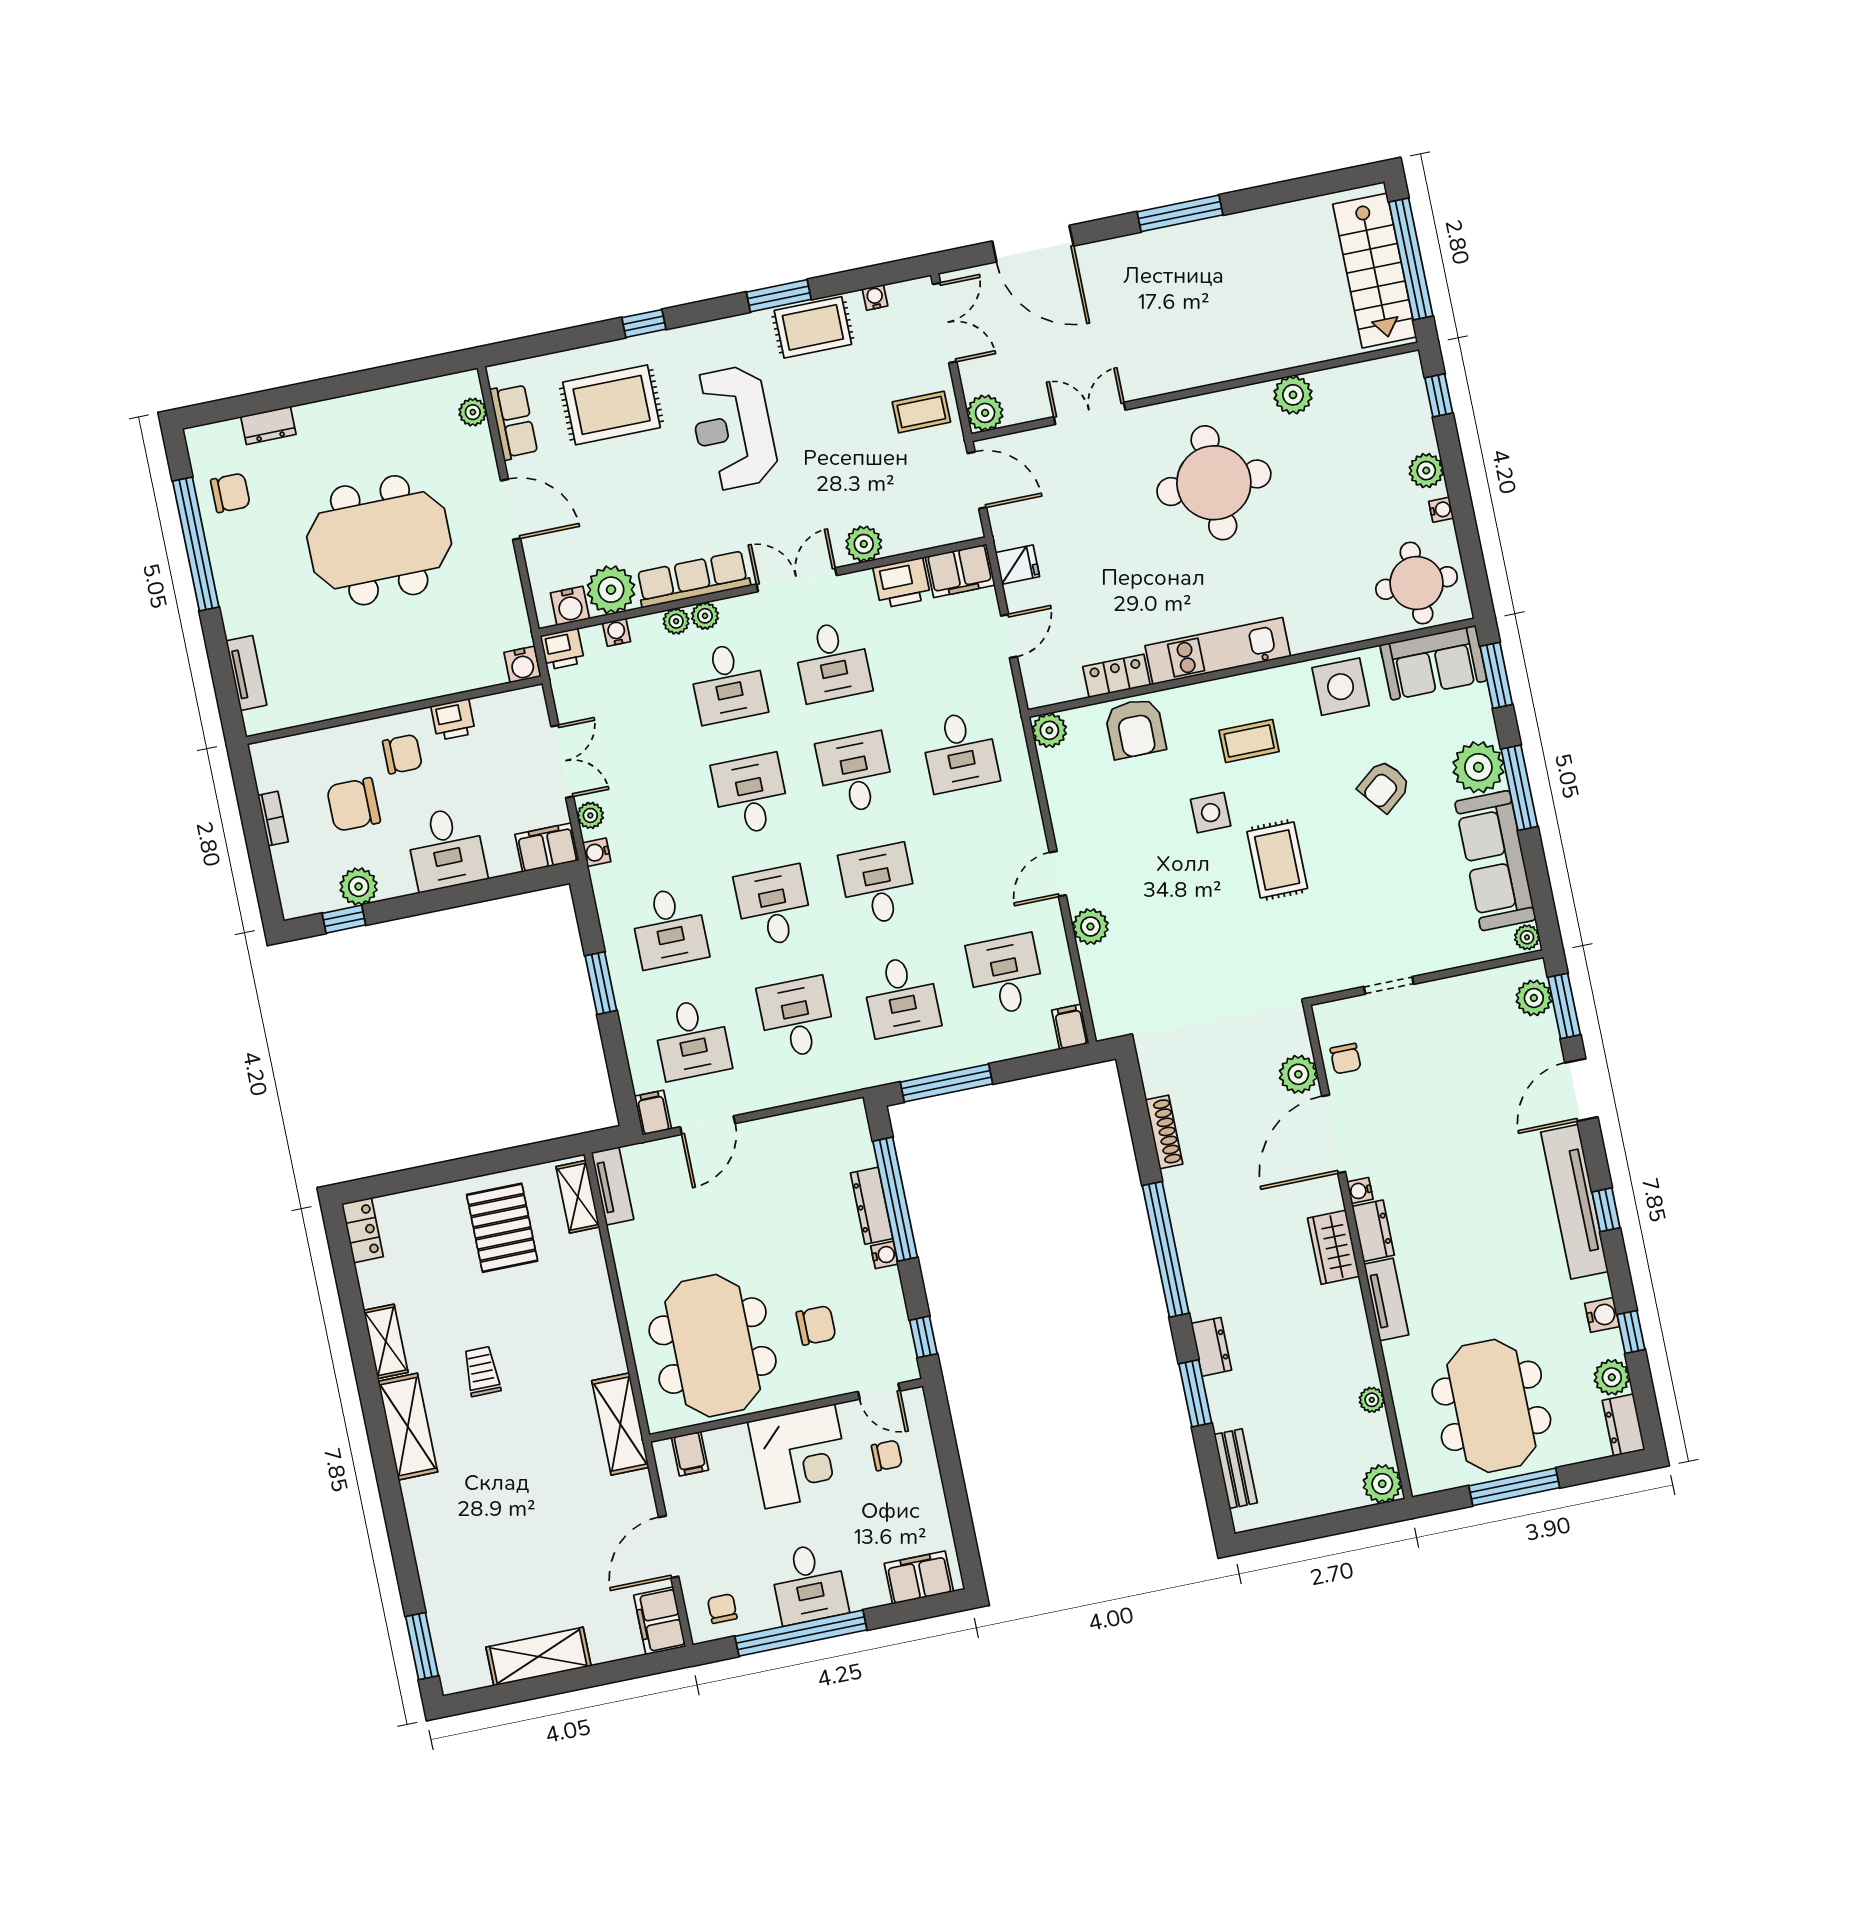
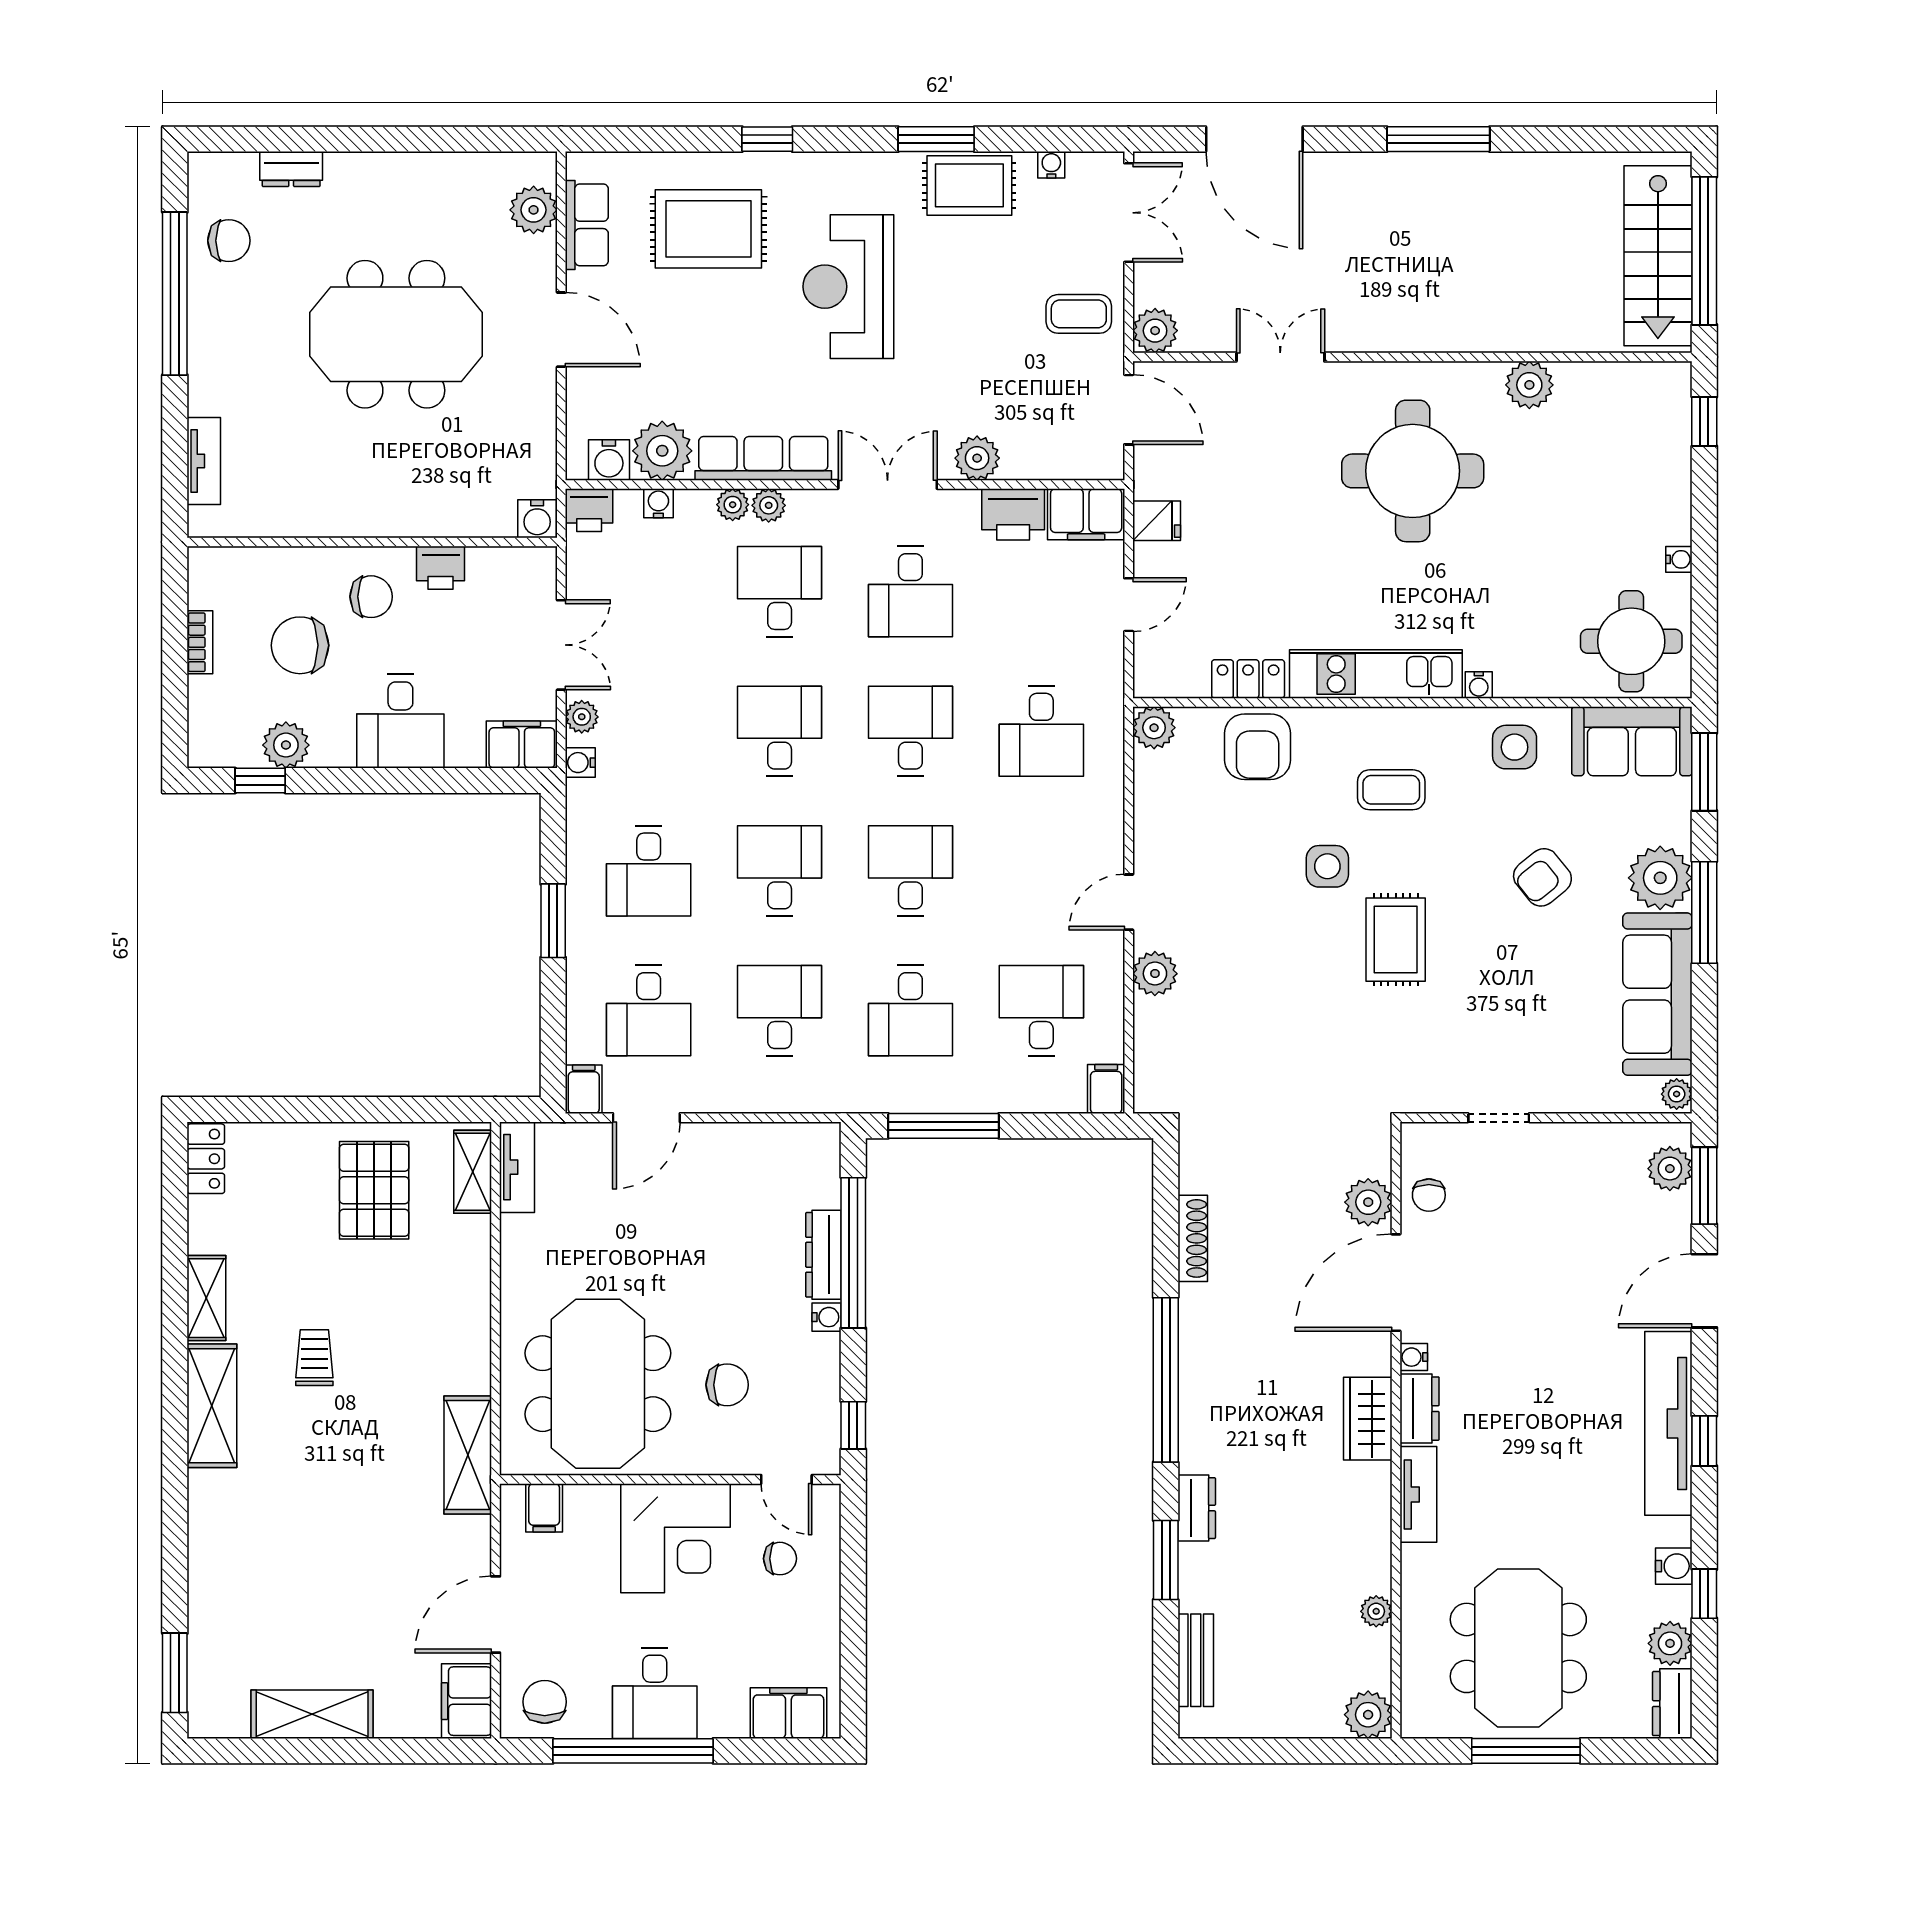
plant: (473, 412) -> (534, 210), width x1.38, depth x1.38
plant: (1426, 471) -> (1671, 509), removed
water cooler: (1302, 643) -> (1479, 685), added
desk: (728, 683) -> (780, 592), turned 180
side table: (1341, 687) -> (1515, 747), width x0.73, depth x0.73
chair: (722, 1609) -> (545, 1702), width x1.37, depth x1.37

